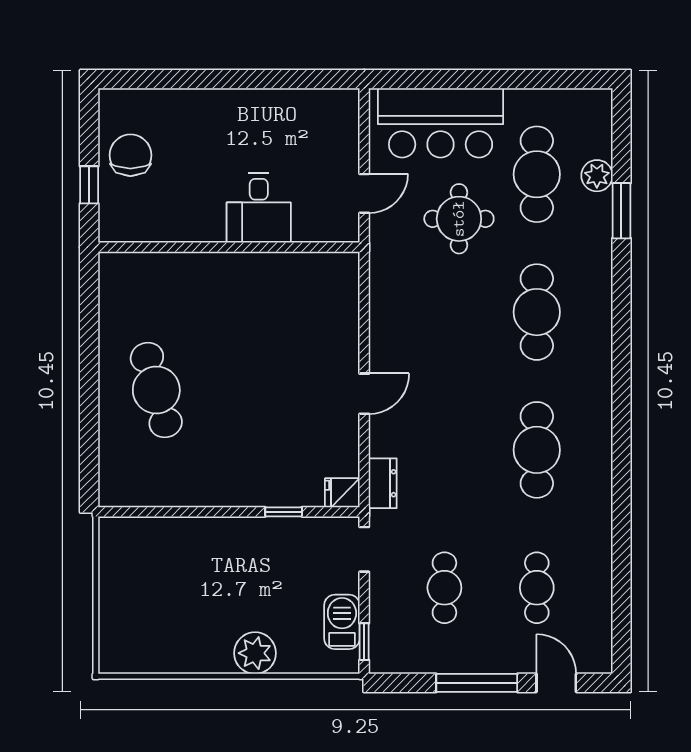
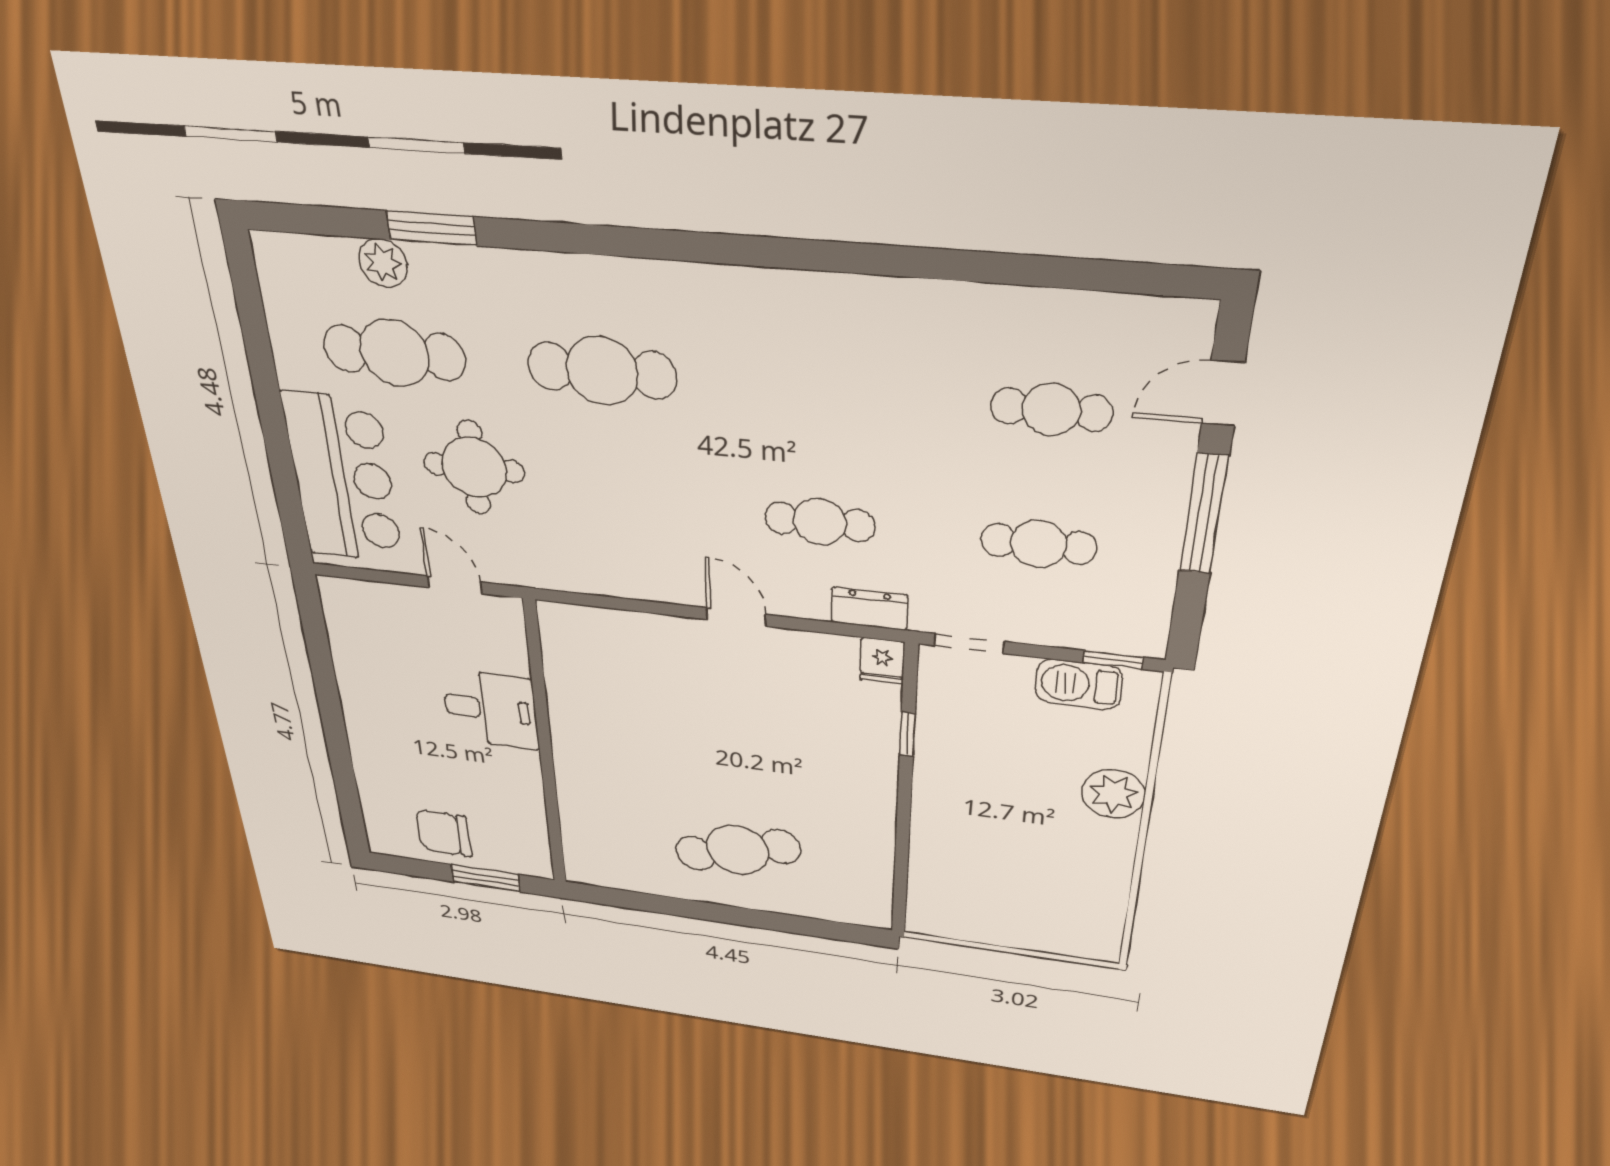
window: (89, 185) -> (486, 878), width x1.50
cafe table: (537, 450) -> (820, 522), moved, width x0.73, depth x0.74

